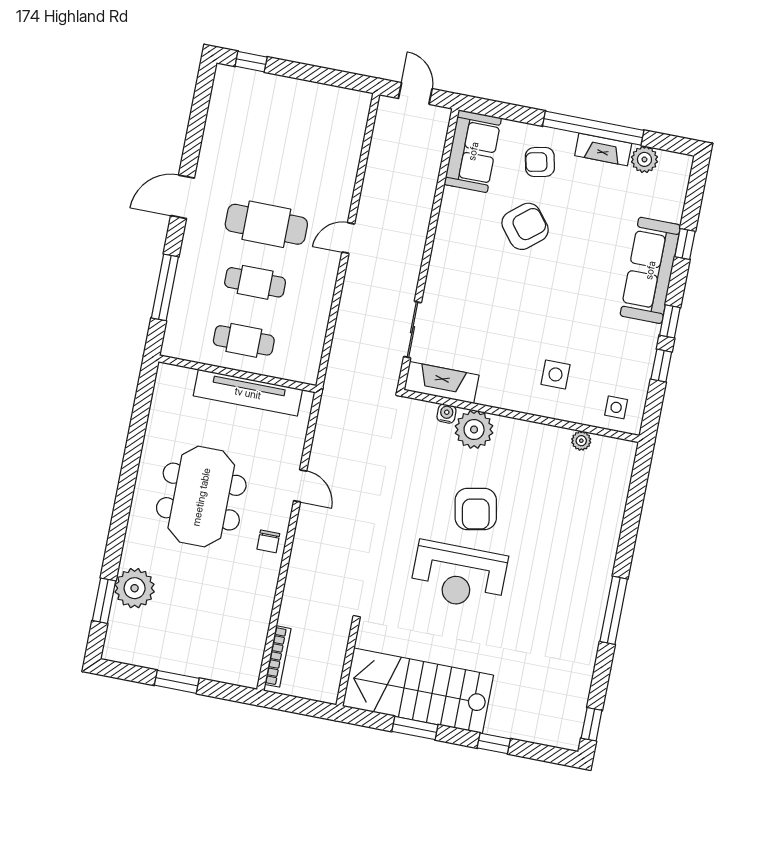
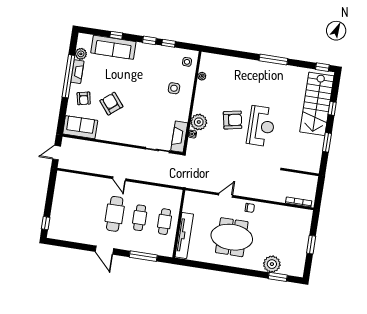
sofa: (650, 270) -> (113, 47), moved
tv unit: (248, 393) -> (184, 235), moved
stairs: (418, 691) -> (317, 104), moved

